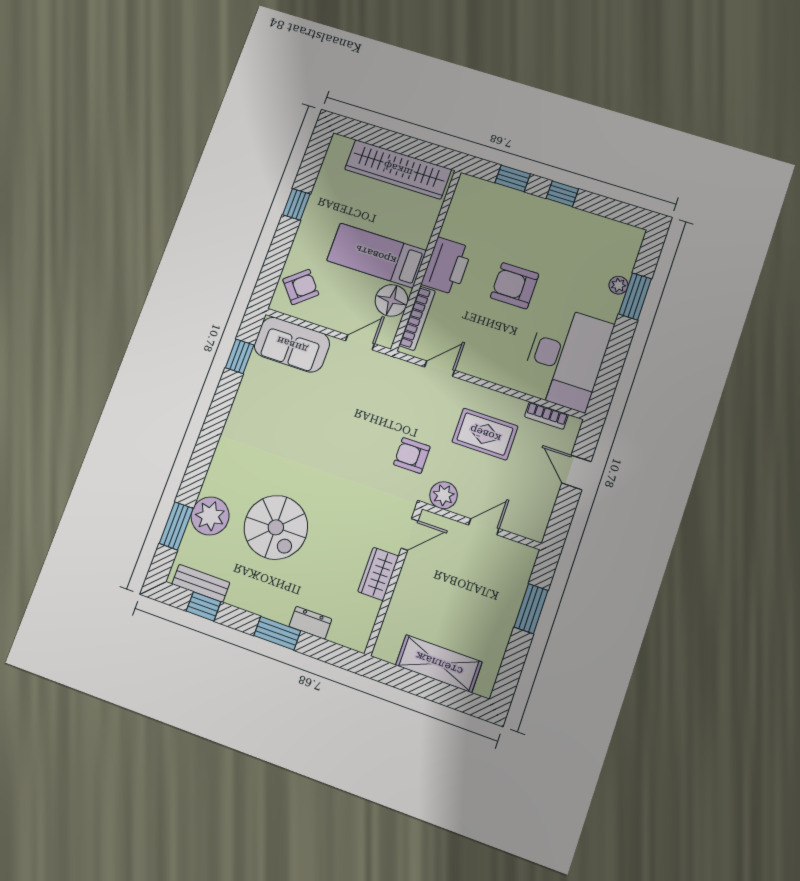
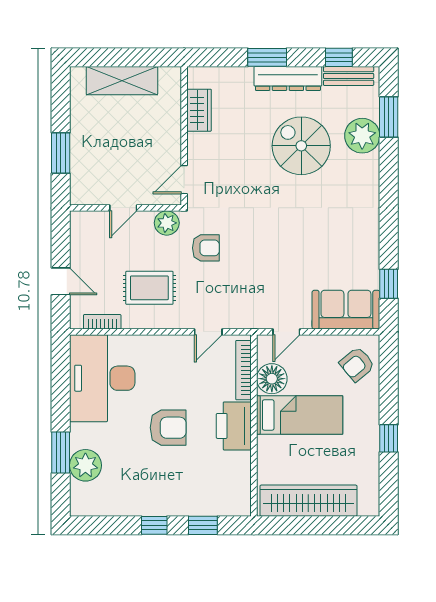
plant: (618, 285) -> (85, 465), width x1.87, depth x1.87
wardrobe: (378, 574) -> (199, 110), moved
dresser: (310, 623) -> (288, 78), moved, width x1.96, depth x1.24

